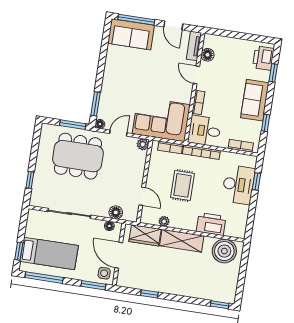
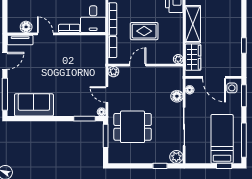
sofa: (131, 34) -> (34, 105), moved, turned -90
door: (196, 75) -> (45, 34), swing flipped
corner sofa: (161, 119) -> (89, 59), removed
dining table: (78, 156) -> (133, 127), width x0.73
door: (142, 196) -> (138, 65), moved
plant: (37, 200) -> (176, 157), added
floor lamp: (116, 212) -> (177, 96), moved
plant: (164, 221) -> (178, 59), moved
door: (119, 255) -> (214, 77), hinge flipped

